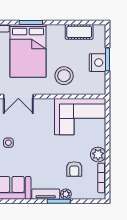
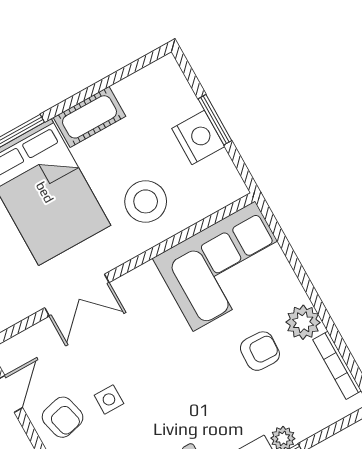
cot: (79, 32) -> (90, 117), moved
armchair: (74, 169) -> (260, 351), moved, turned -88

